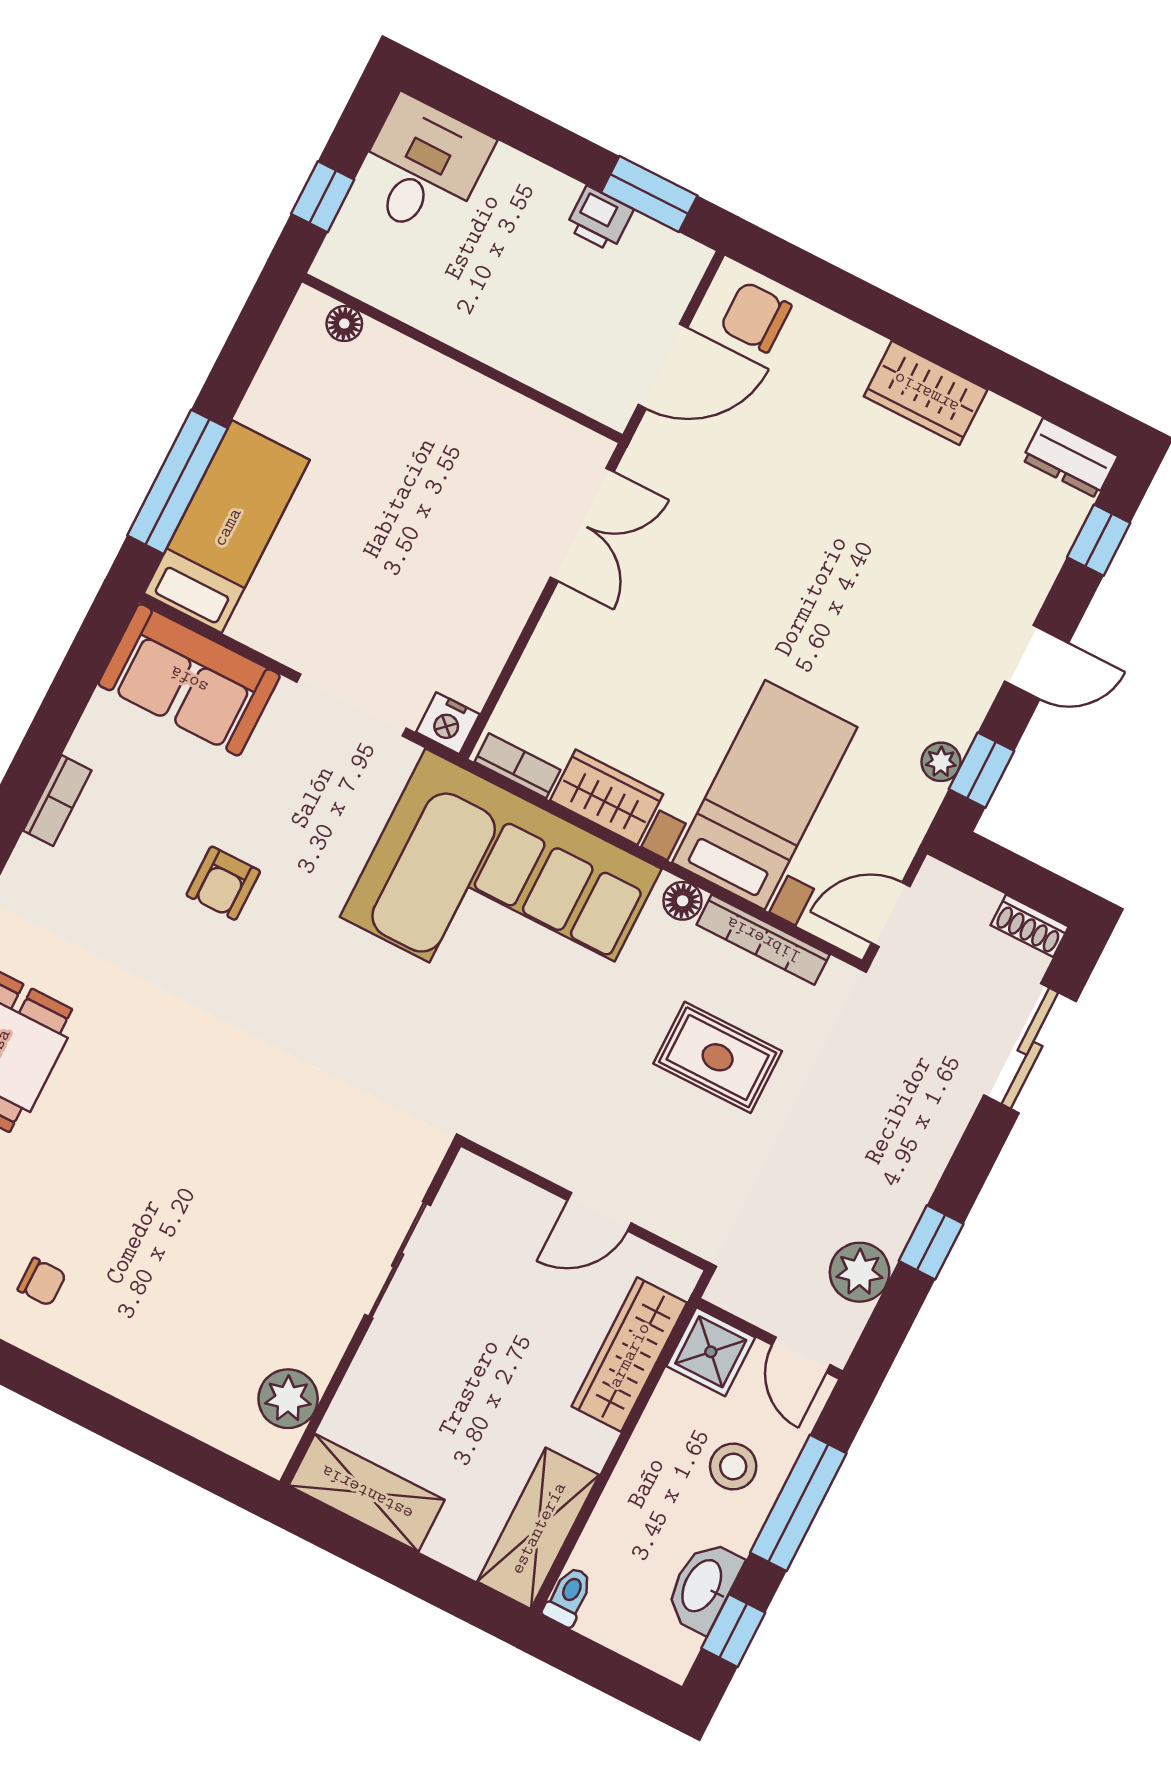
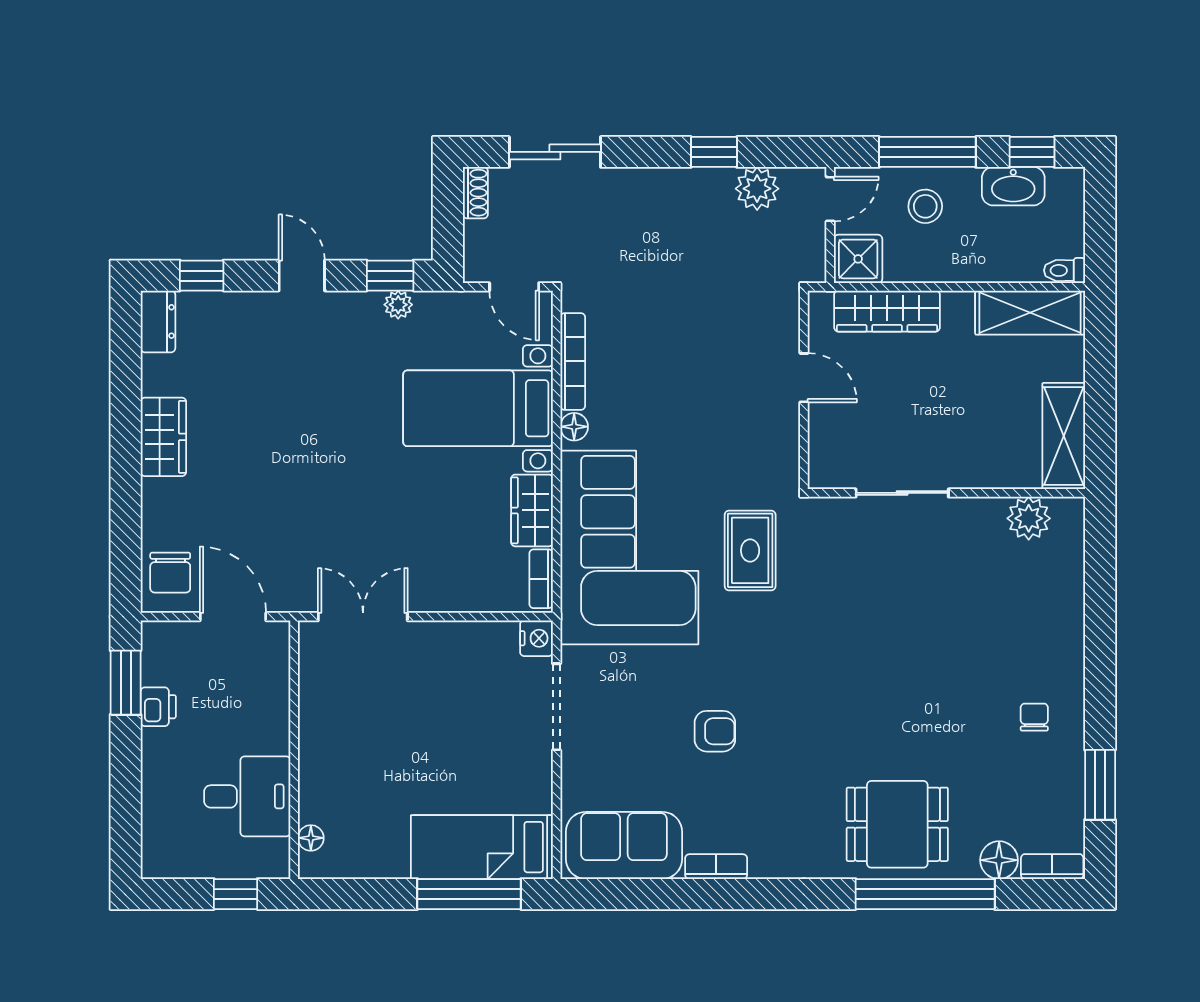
desk: (422, 168) -> (247, 796), moved, turned 180
sofa: (189, 680) -> (624, 845), moved, turned -90
rug: (718, 1057) -> (750, 550), moved

